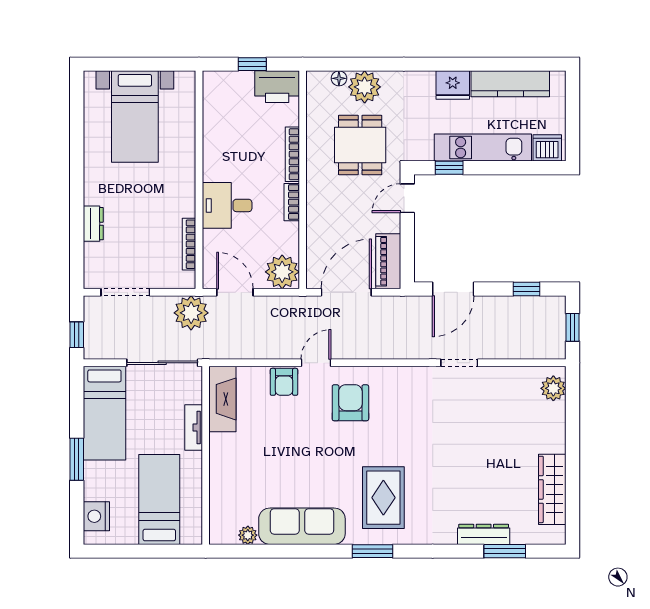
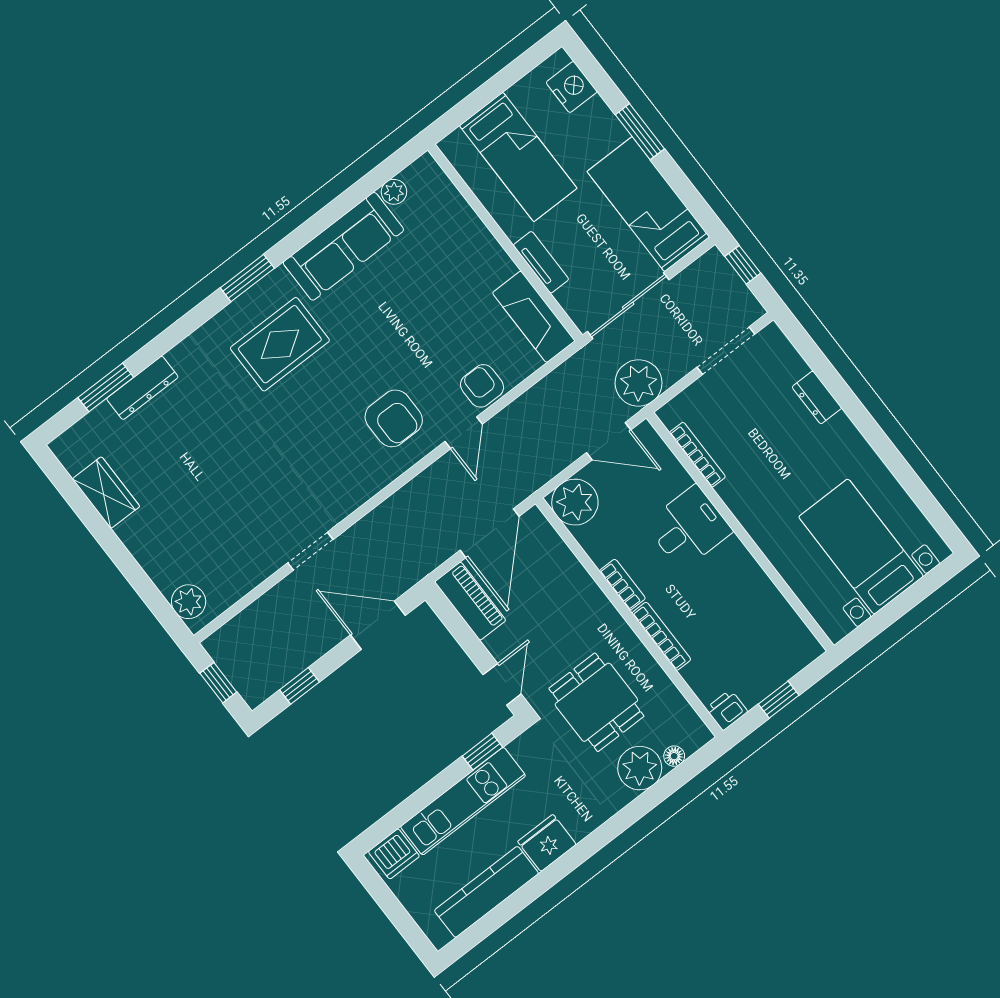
printer: (277, 87) -> (727, 710), width x0.53, depth x0.68
door: (453, 289) -> (378, 625), hinge flipped
wardrobe: (552, 489) -> (106, 493), width x0.67
rug: (383, 498) -> (280, 344), turned 90

